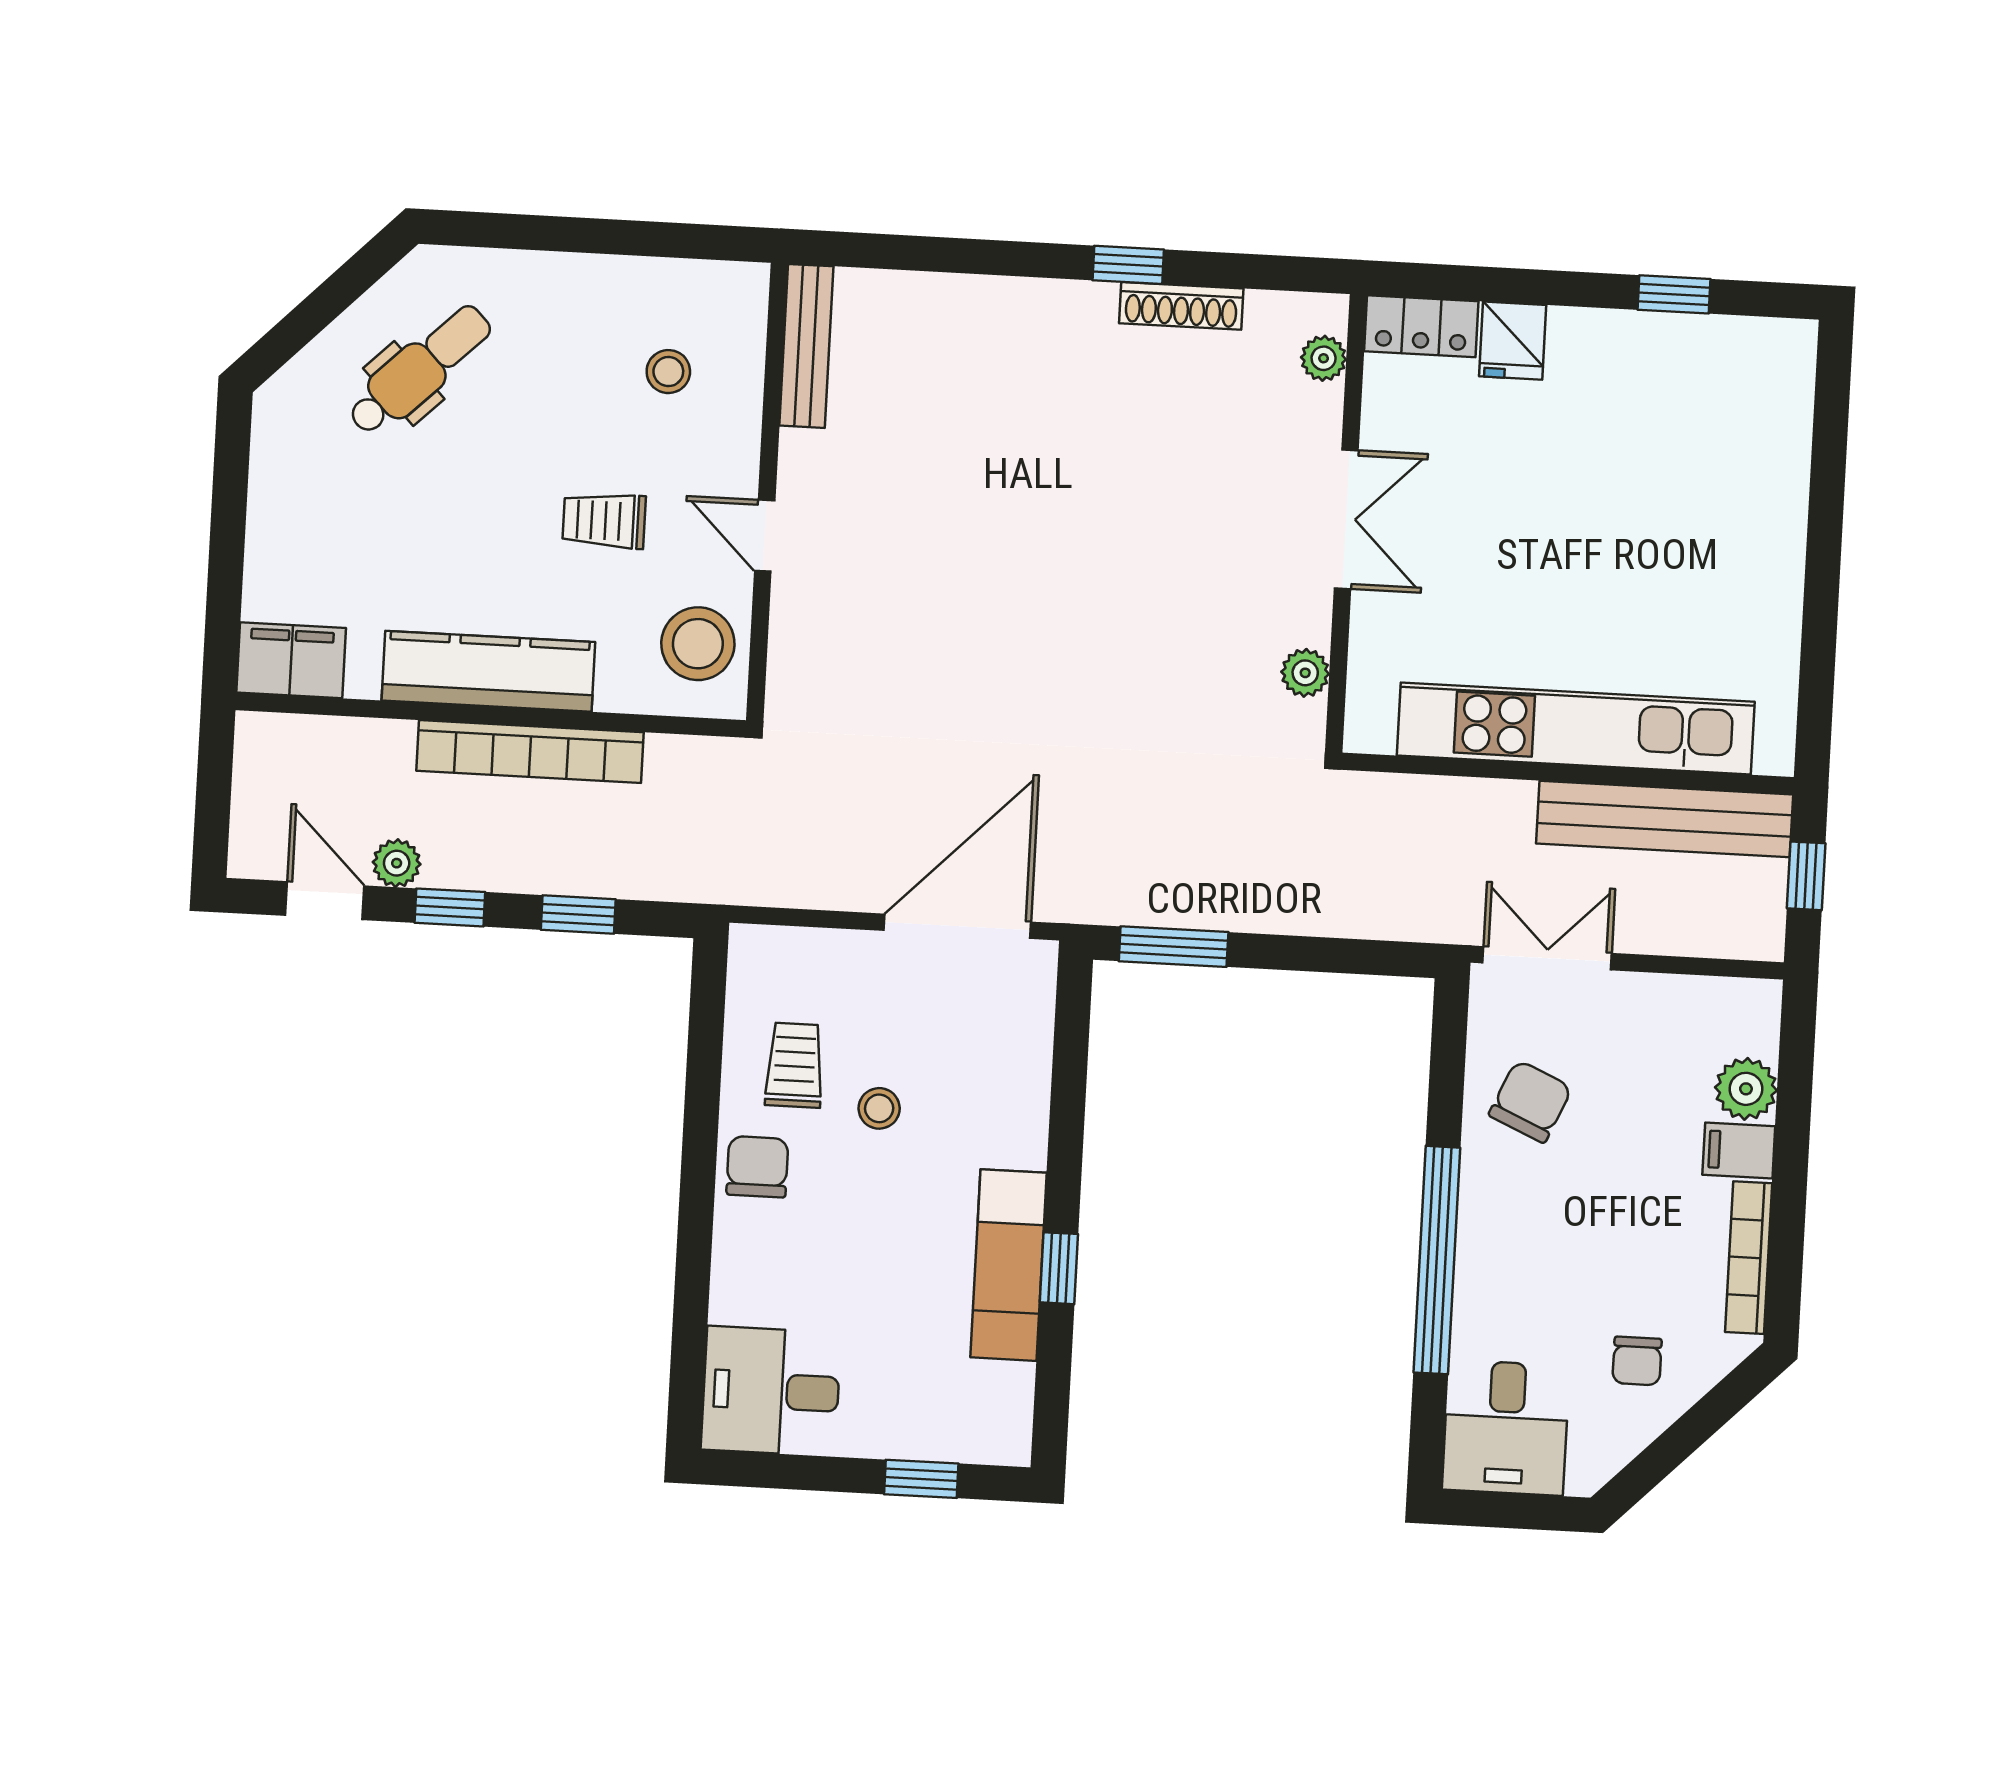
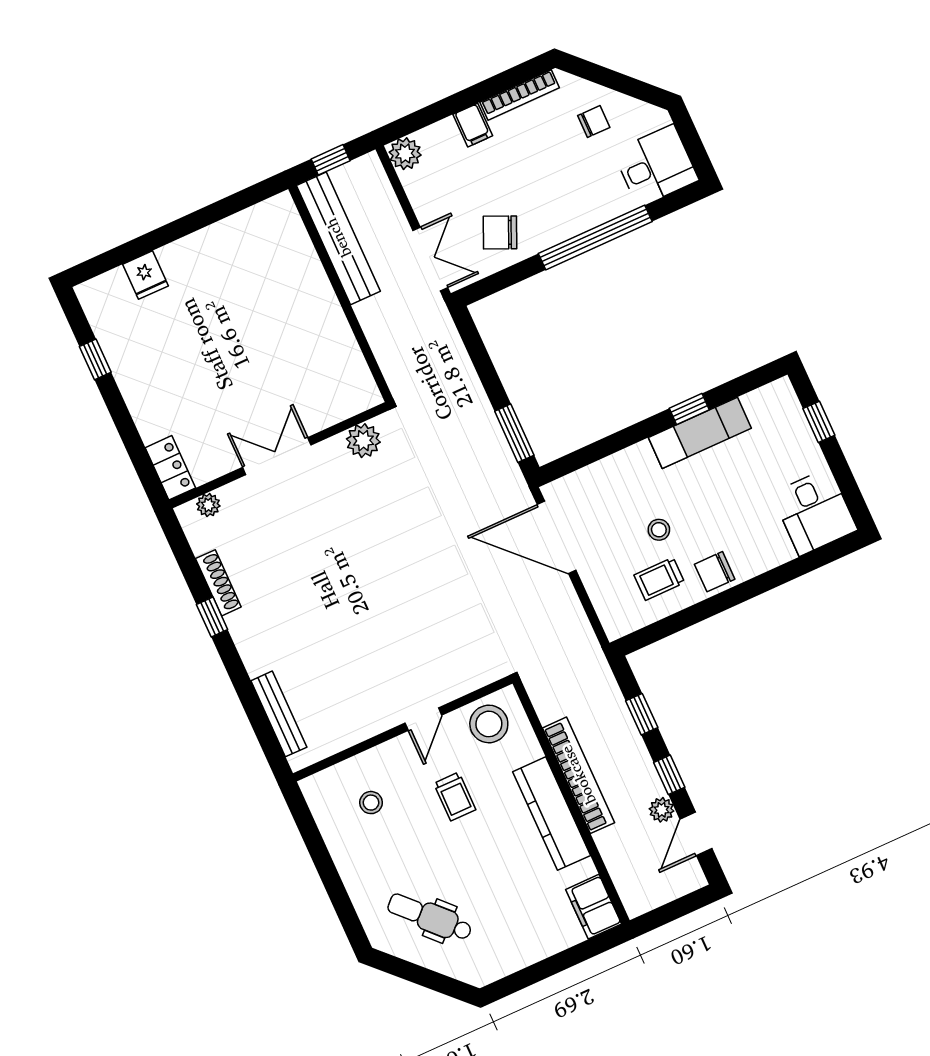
fridge: (1513, 341) -> (146, 275), moved, turned 90
bench: (806, 346) -> (279, 714), moved, turned 90
plant: (1305, 673) -> (363, 441), width x1.38, depth x1.38
kitchen unit: (1576, 729) -> (318, 301), removed
double door: (1547, 958) -> (430, 259), swing flipped
plant: (1746, 1089) -> (405, 154), moved

